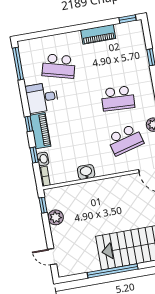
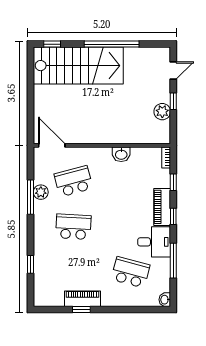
window: (127, 19) -> (81, 310), moved
window: (18, 64) -> (173, 261), moved
washbasin: (43, 159) -> (165, 300), moved
window: (43, 205) -> (173, 101), moved
door: (52, 257) -> (173, 70), hinge flipped

